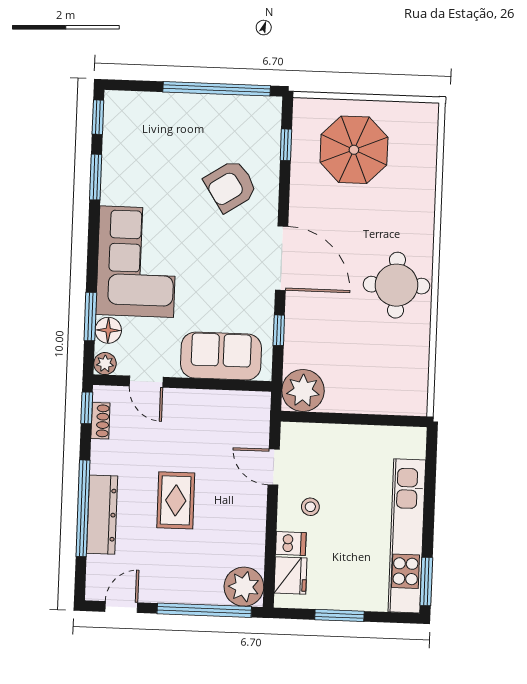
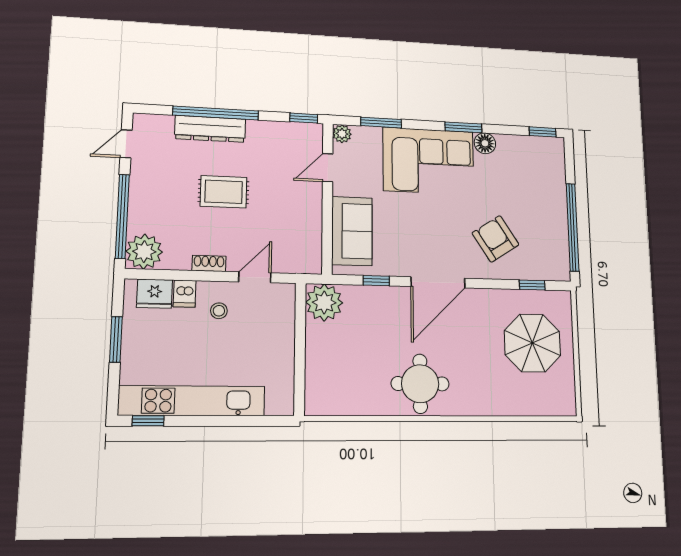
window: (96, 177) -> (463, 127), moved
floor lamp: (108, 330) -> (485, 143), moved
shoe rack: (100, 421) -> (209, 263), moved, turned 180
window: (426, 581) -> (148, 421), width x0.67
door: (121, 607) -> (126, 144), swing flipped

